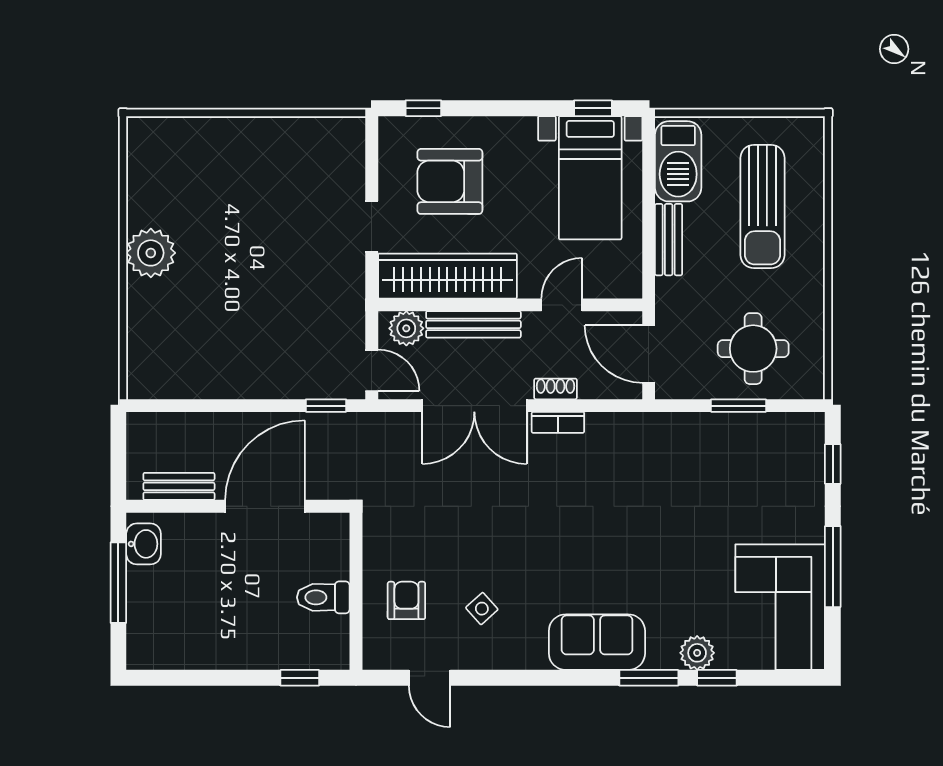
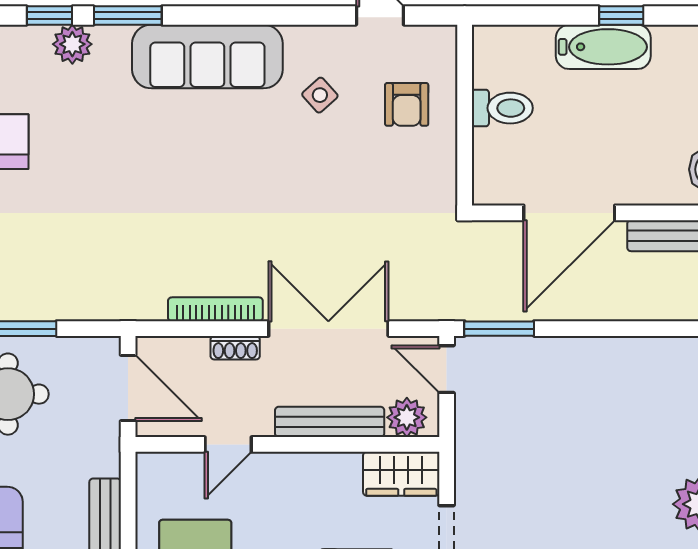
wardrobe: (447, 276) -> (401, 474), width x0.48, depth x0.85
window: (326, 406) -> (499, 329), width x1.50
bookcase: (558, 422) -> (215, 309), width x1.56
sofa: (597, 642) -> (207, 56), width x1.36
bathtub: (235, 651) -> (603, 47), added
window: (300, 678) -> (621, 15), moved

